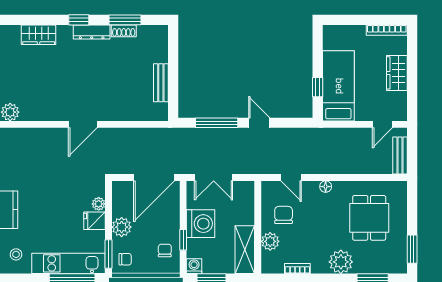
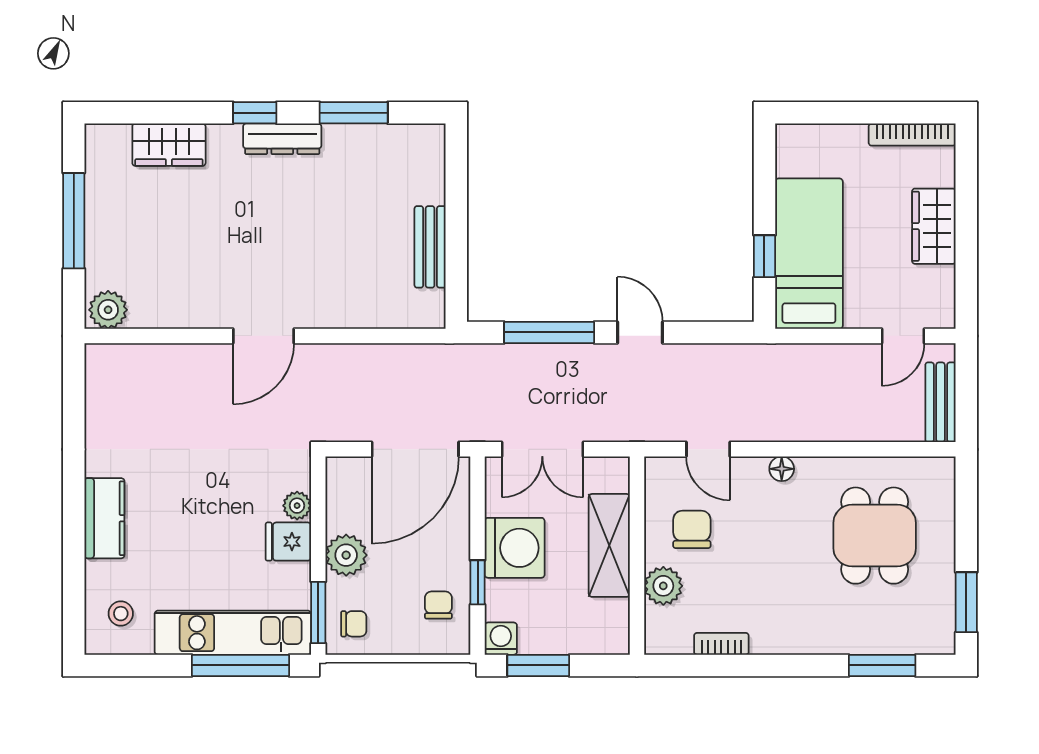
shoe rack: (124, 31) -> (351, 136), removed
shelving: (245, 250) -> (609, 545), moved
plant: (341, 262) -> (814, 629), removed

